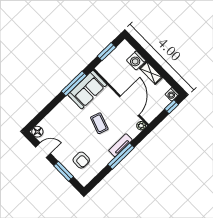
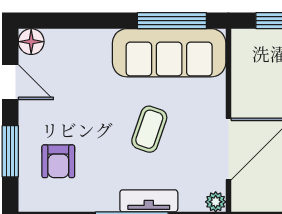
sofa: (87, 90) -> (169, 53), width x1.36

